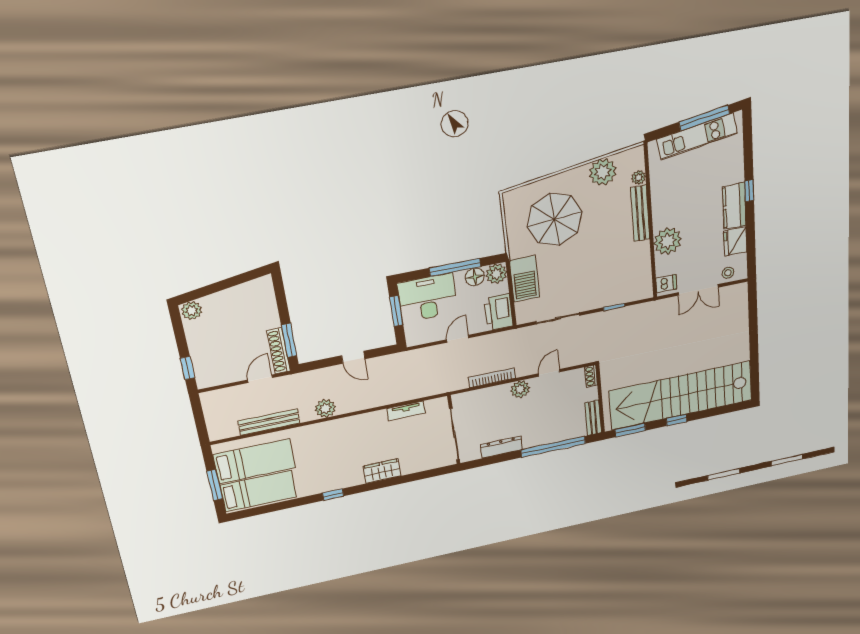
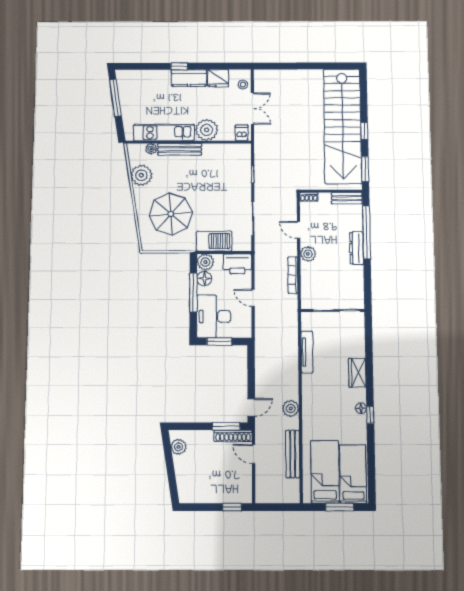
kitchen unit: (697, 136) -> (164, 133), moved, turned -81
plant: (192, 311) -> (179, 447), moved
door: (353, 357) -> (251, 407), moved
tv unit: (406, 411) -> (307, 352), width x1.41
dresser: (501, 447) -> (357, 248), moved
floor lamp: (340, 483) -> (361, 408), added

